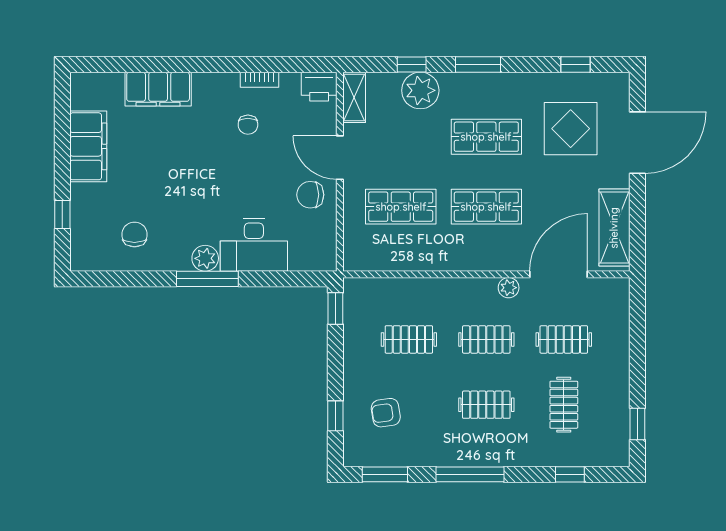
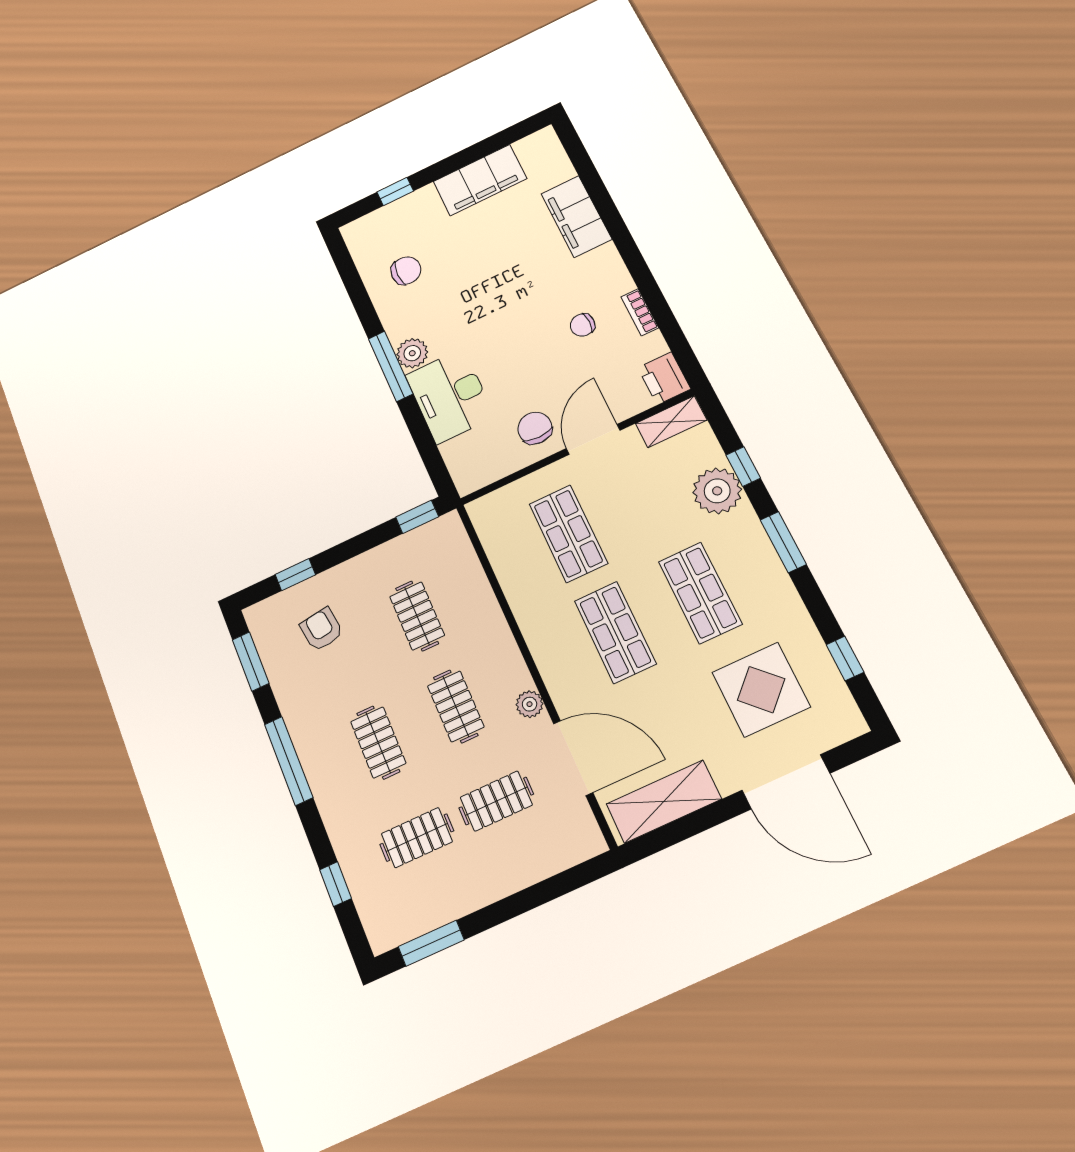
clothes rail: (564, 339) -> (496, 801), turned 90
window: (637, 424) -> (431, 943), width x1.50

